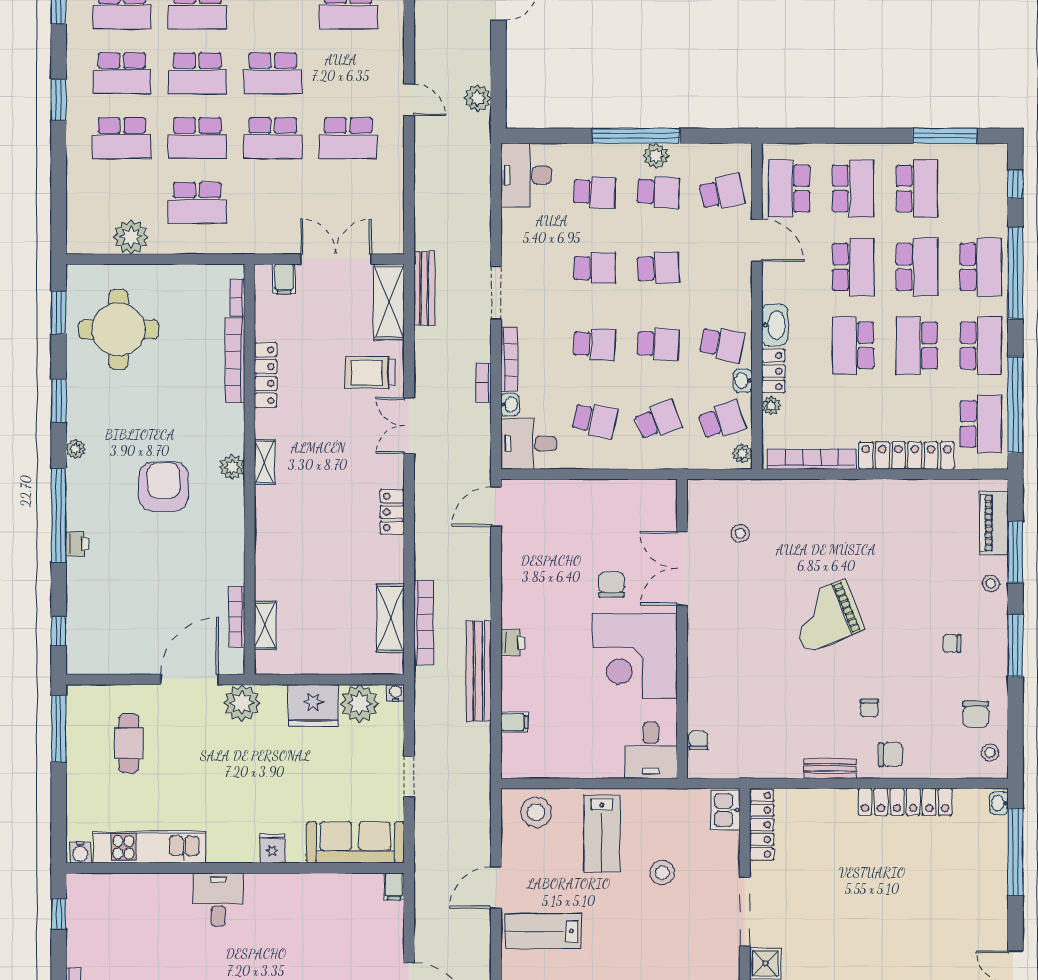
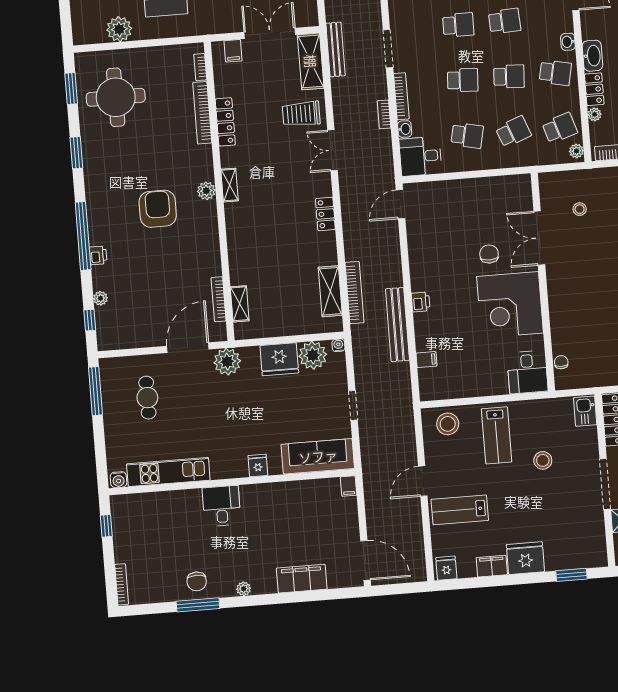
washbasin: (743, 381) -> (568, 42), moved
plant: (76, 449) -> (101, 298), moved

